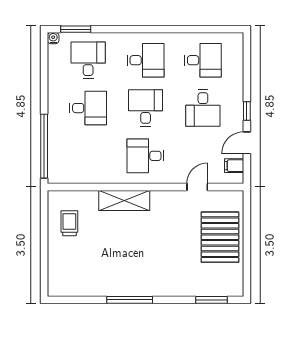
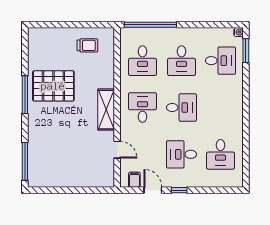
desk: (146, 60) -> (142, 61), moved
shelving: (124, 200) -> (106, 110), moved
pallet: (220, 237) -> (53, 86), moved
window: (211, 300) -> (25, 161), width x1.44

